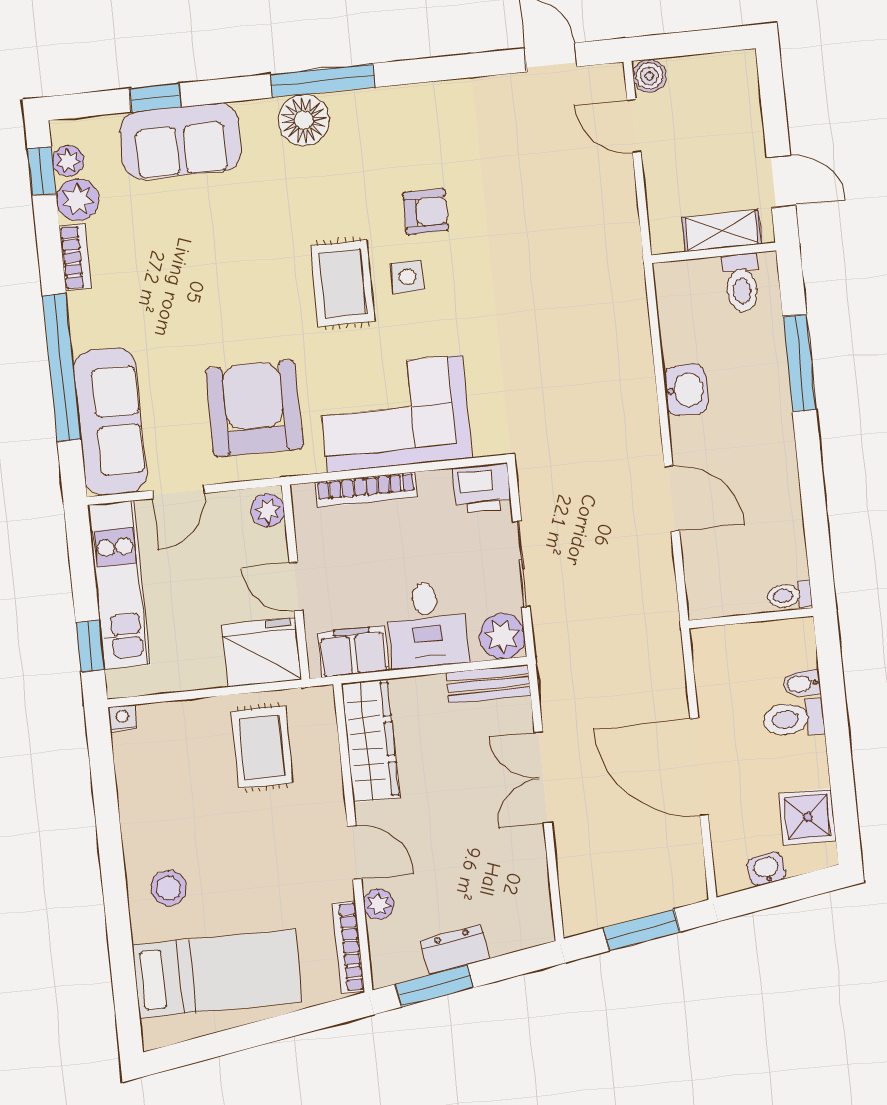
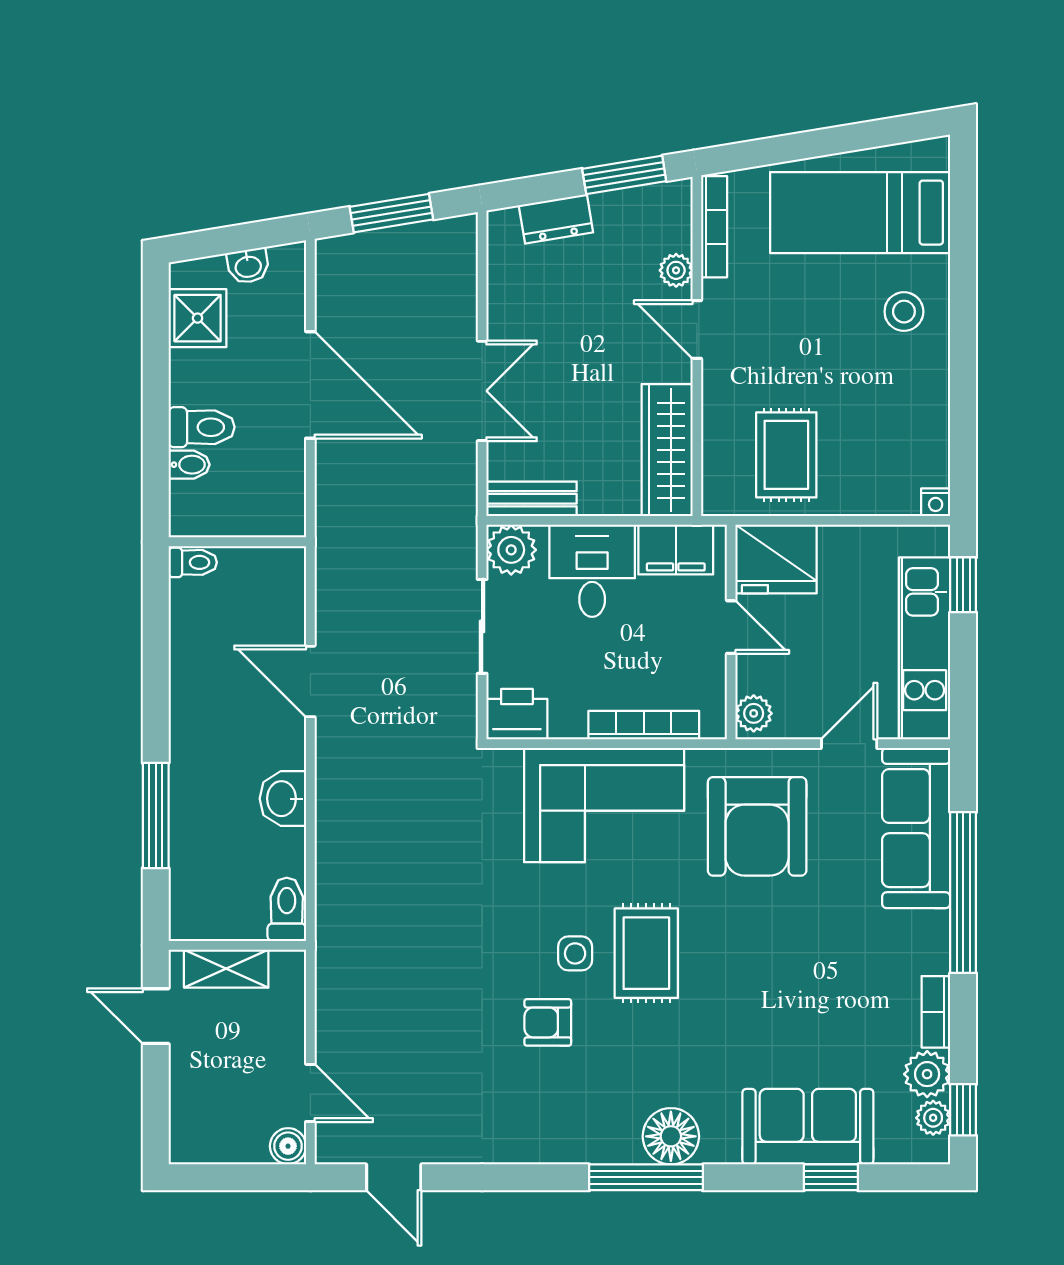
toilet: (741, 283) -> (287, 909), moved
dresser: (455, 950) -> (556, 219), moved

